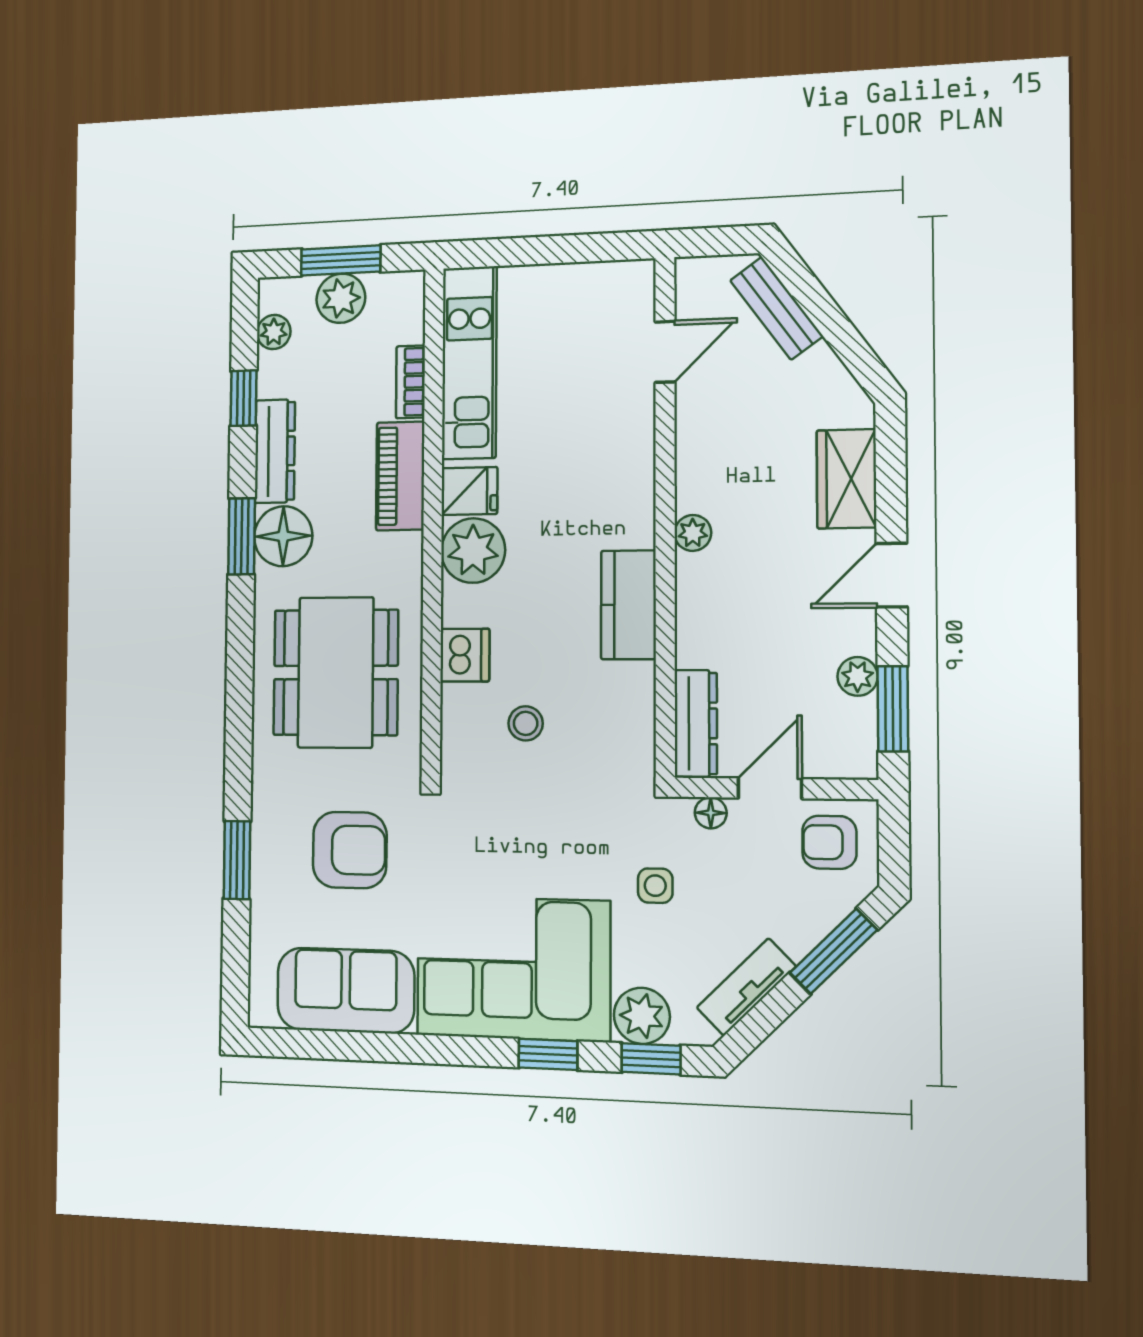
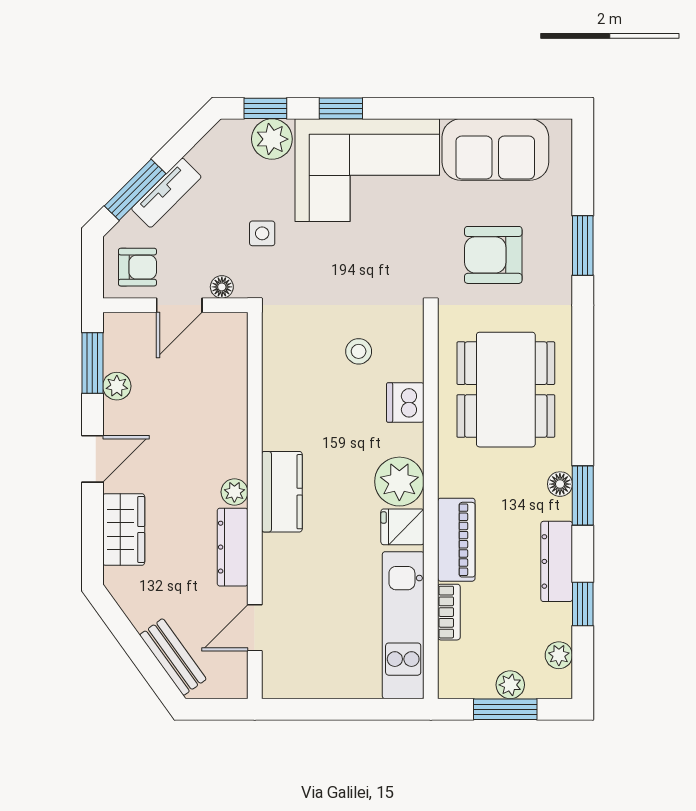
plant: (341, 298) -> (510, 685), width x0.73, depth x0.73
floor lamp: (283, 536) -> (560, 484), width x0.53, depth x0.53
kitchen counter: (628, 605) -> (282, 492), moved
dresser: (696, 723) -> (233, 547), moved
tv unit: (746, 987) -> (166, 193), moved

